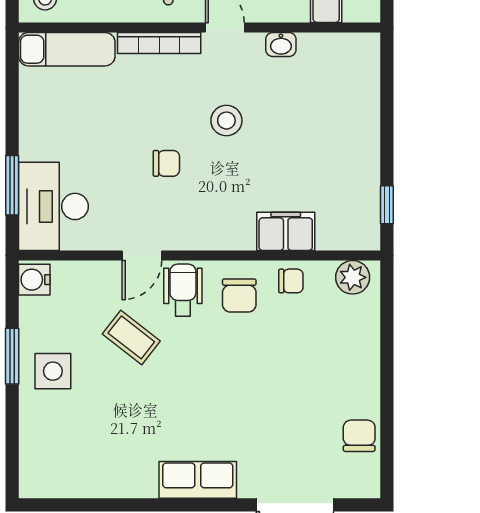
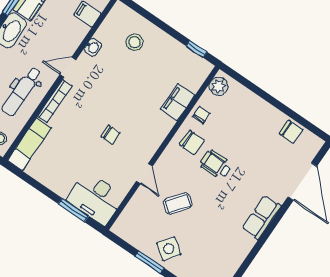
stool: (226, 121) -> (135, 42), moved
chair: (166, 163) -> (111, 135), turned 90
water cooler: (34, 280) -> (122, 229), removed
wheelchair: (183, 290) -> (216, 165), moved
side table: (53, 371) -> (169, 249), turned 35
chair: (359, 436) -> (291, 132), turned 180

